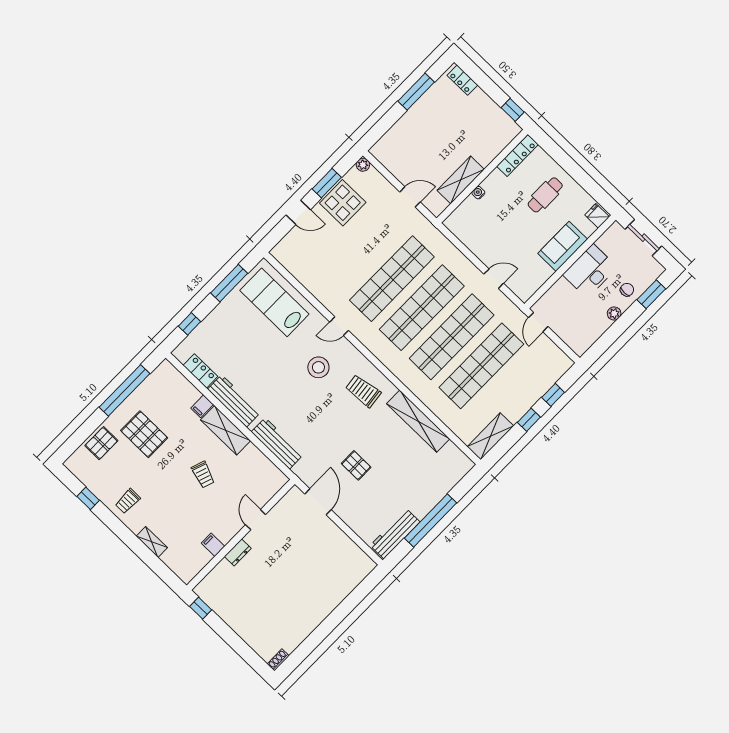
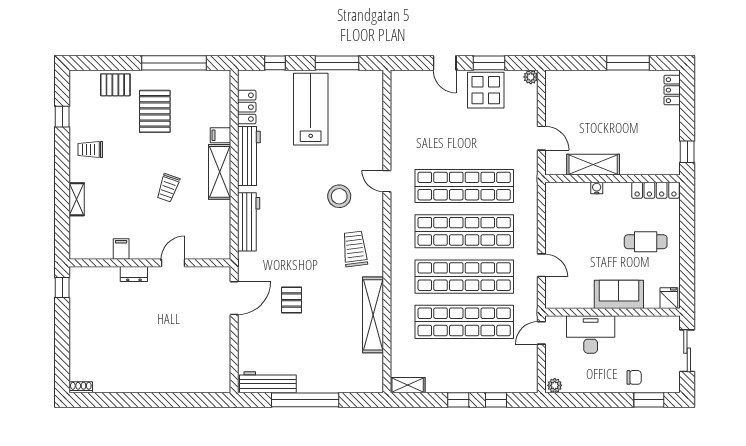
desk: (590, 271) -> (591, 334), moved
lab bench: (274, 302) -> (311, 109), moved
plant: (614, 313) -> (555, 385), moved
shelving: (490, 436) -> (408, 385), width x0.67, depth x0.75

